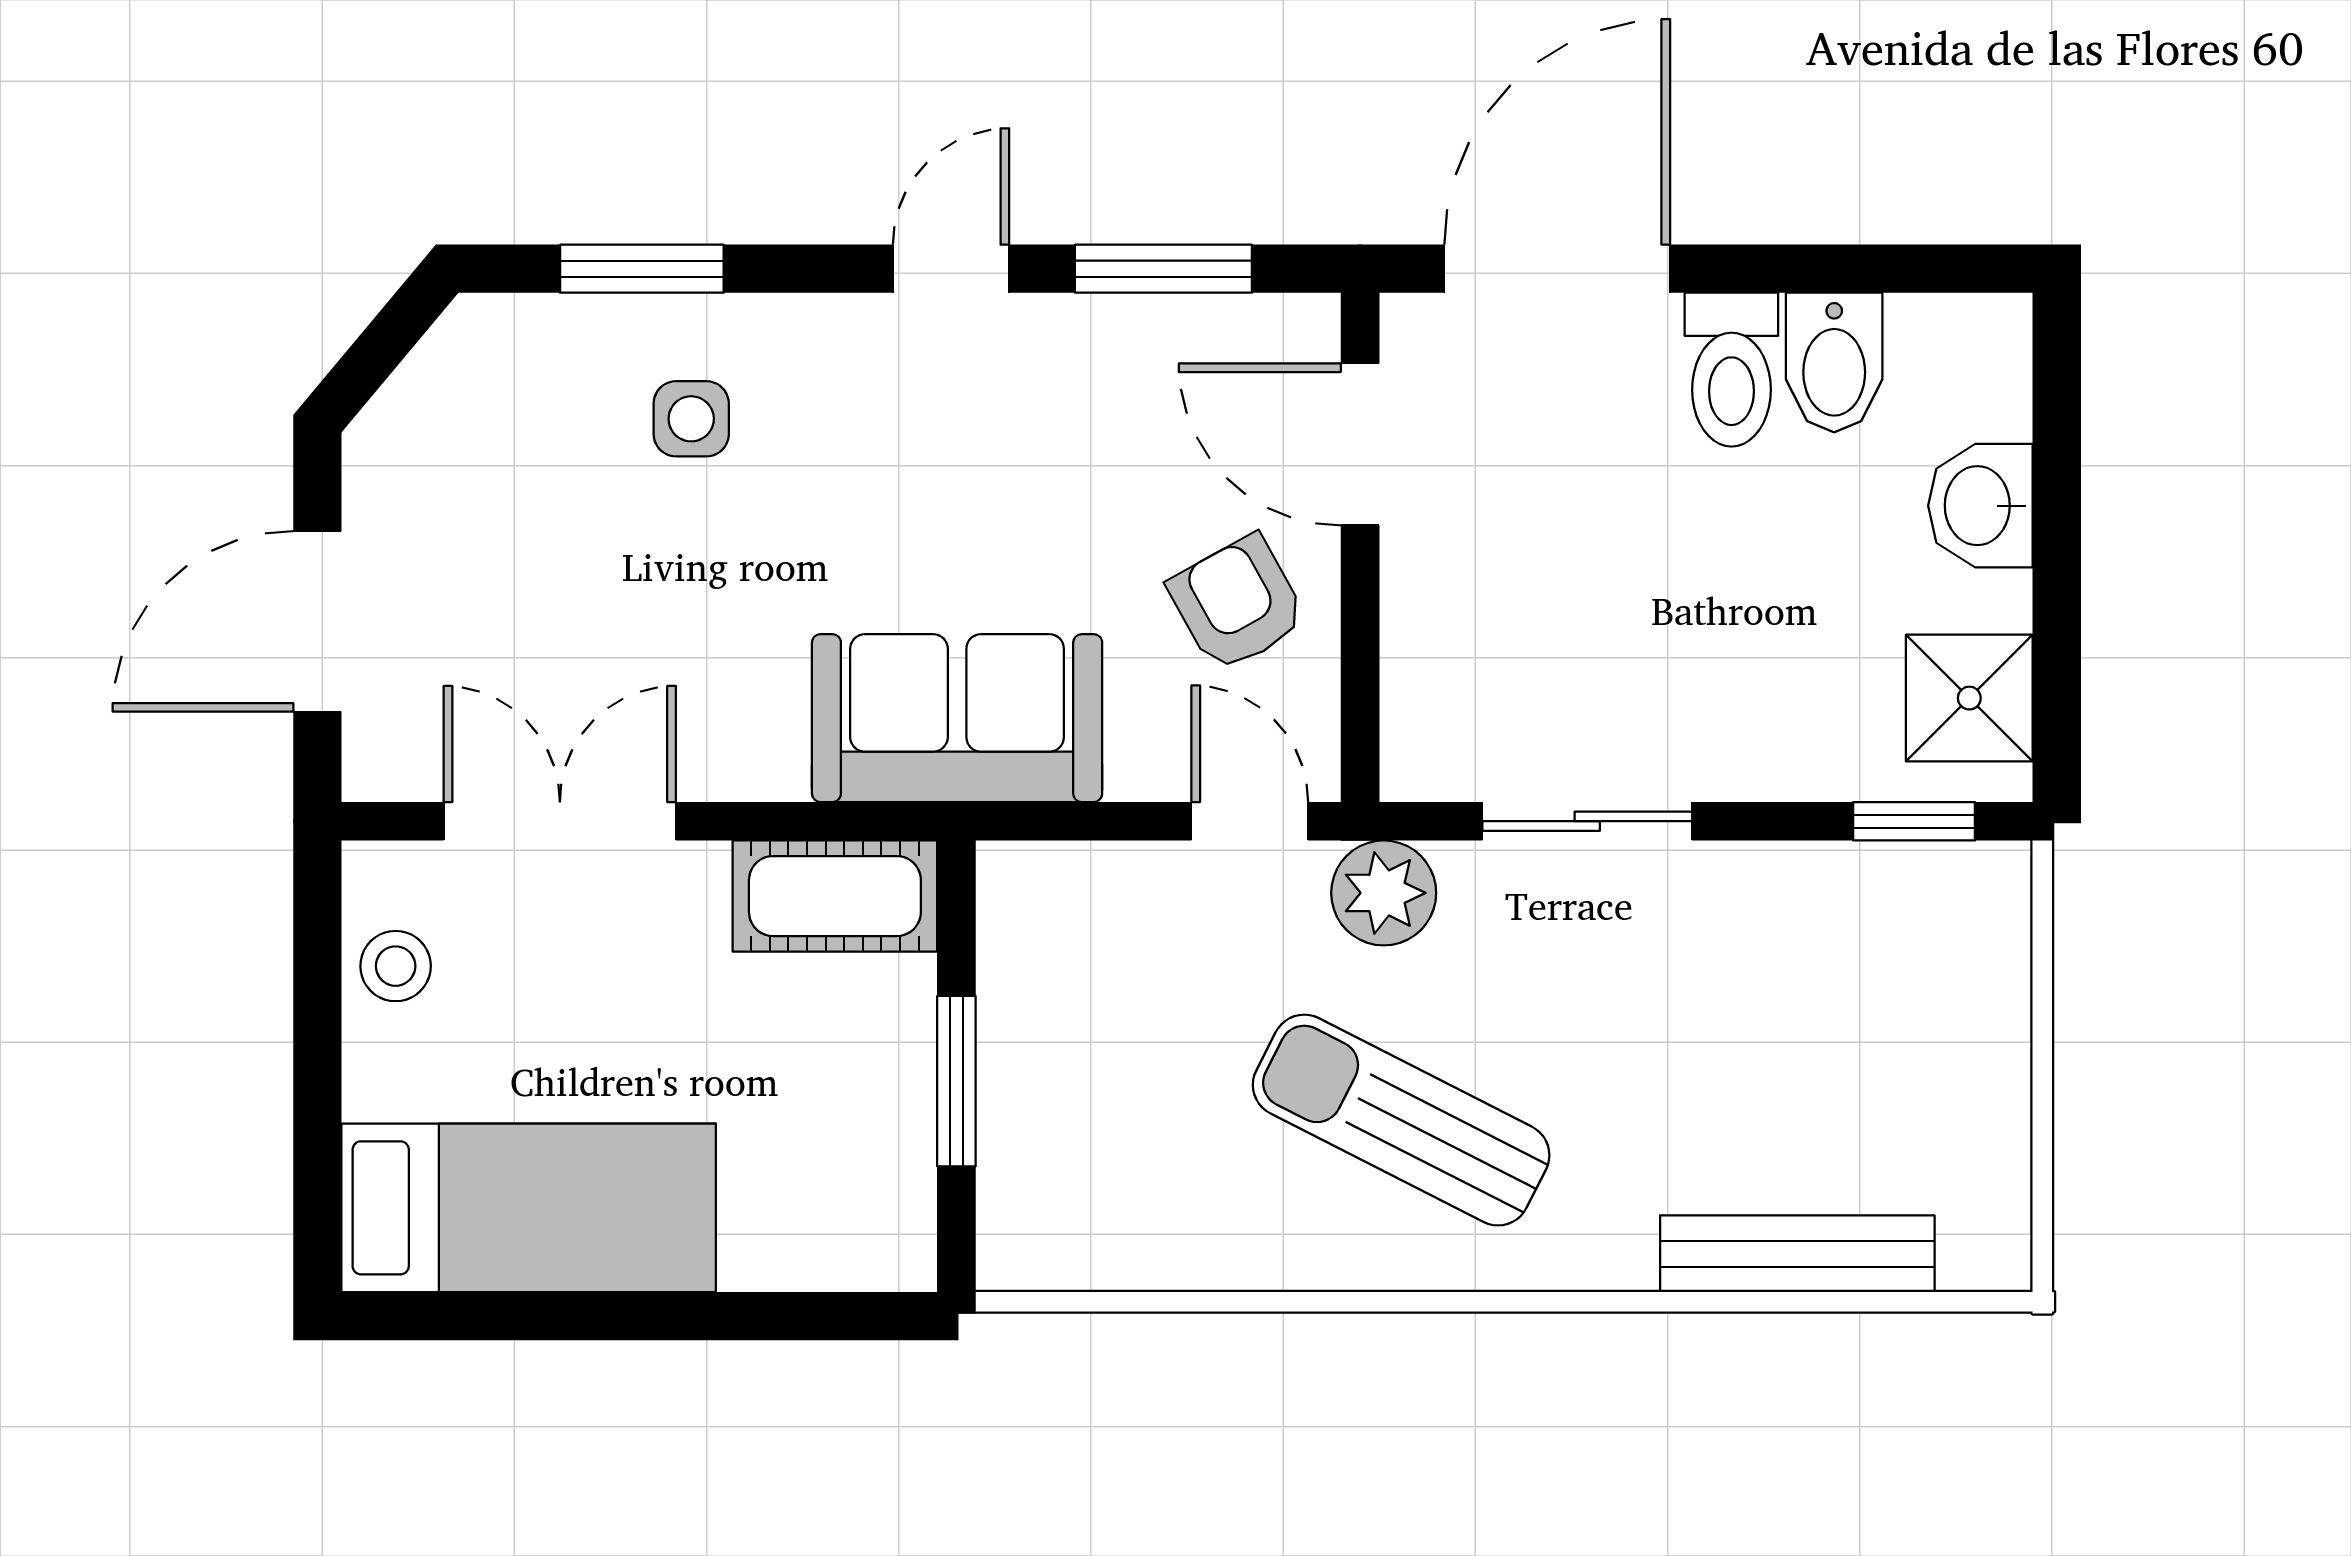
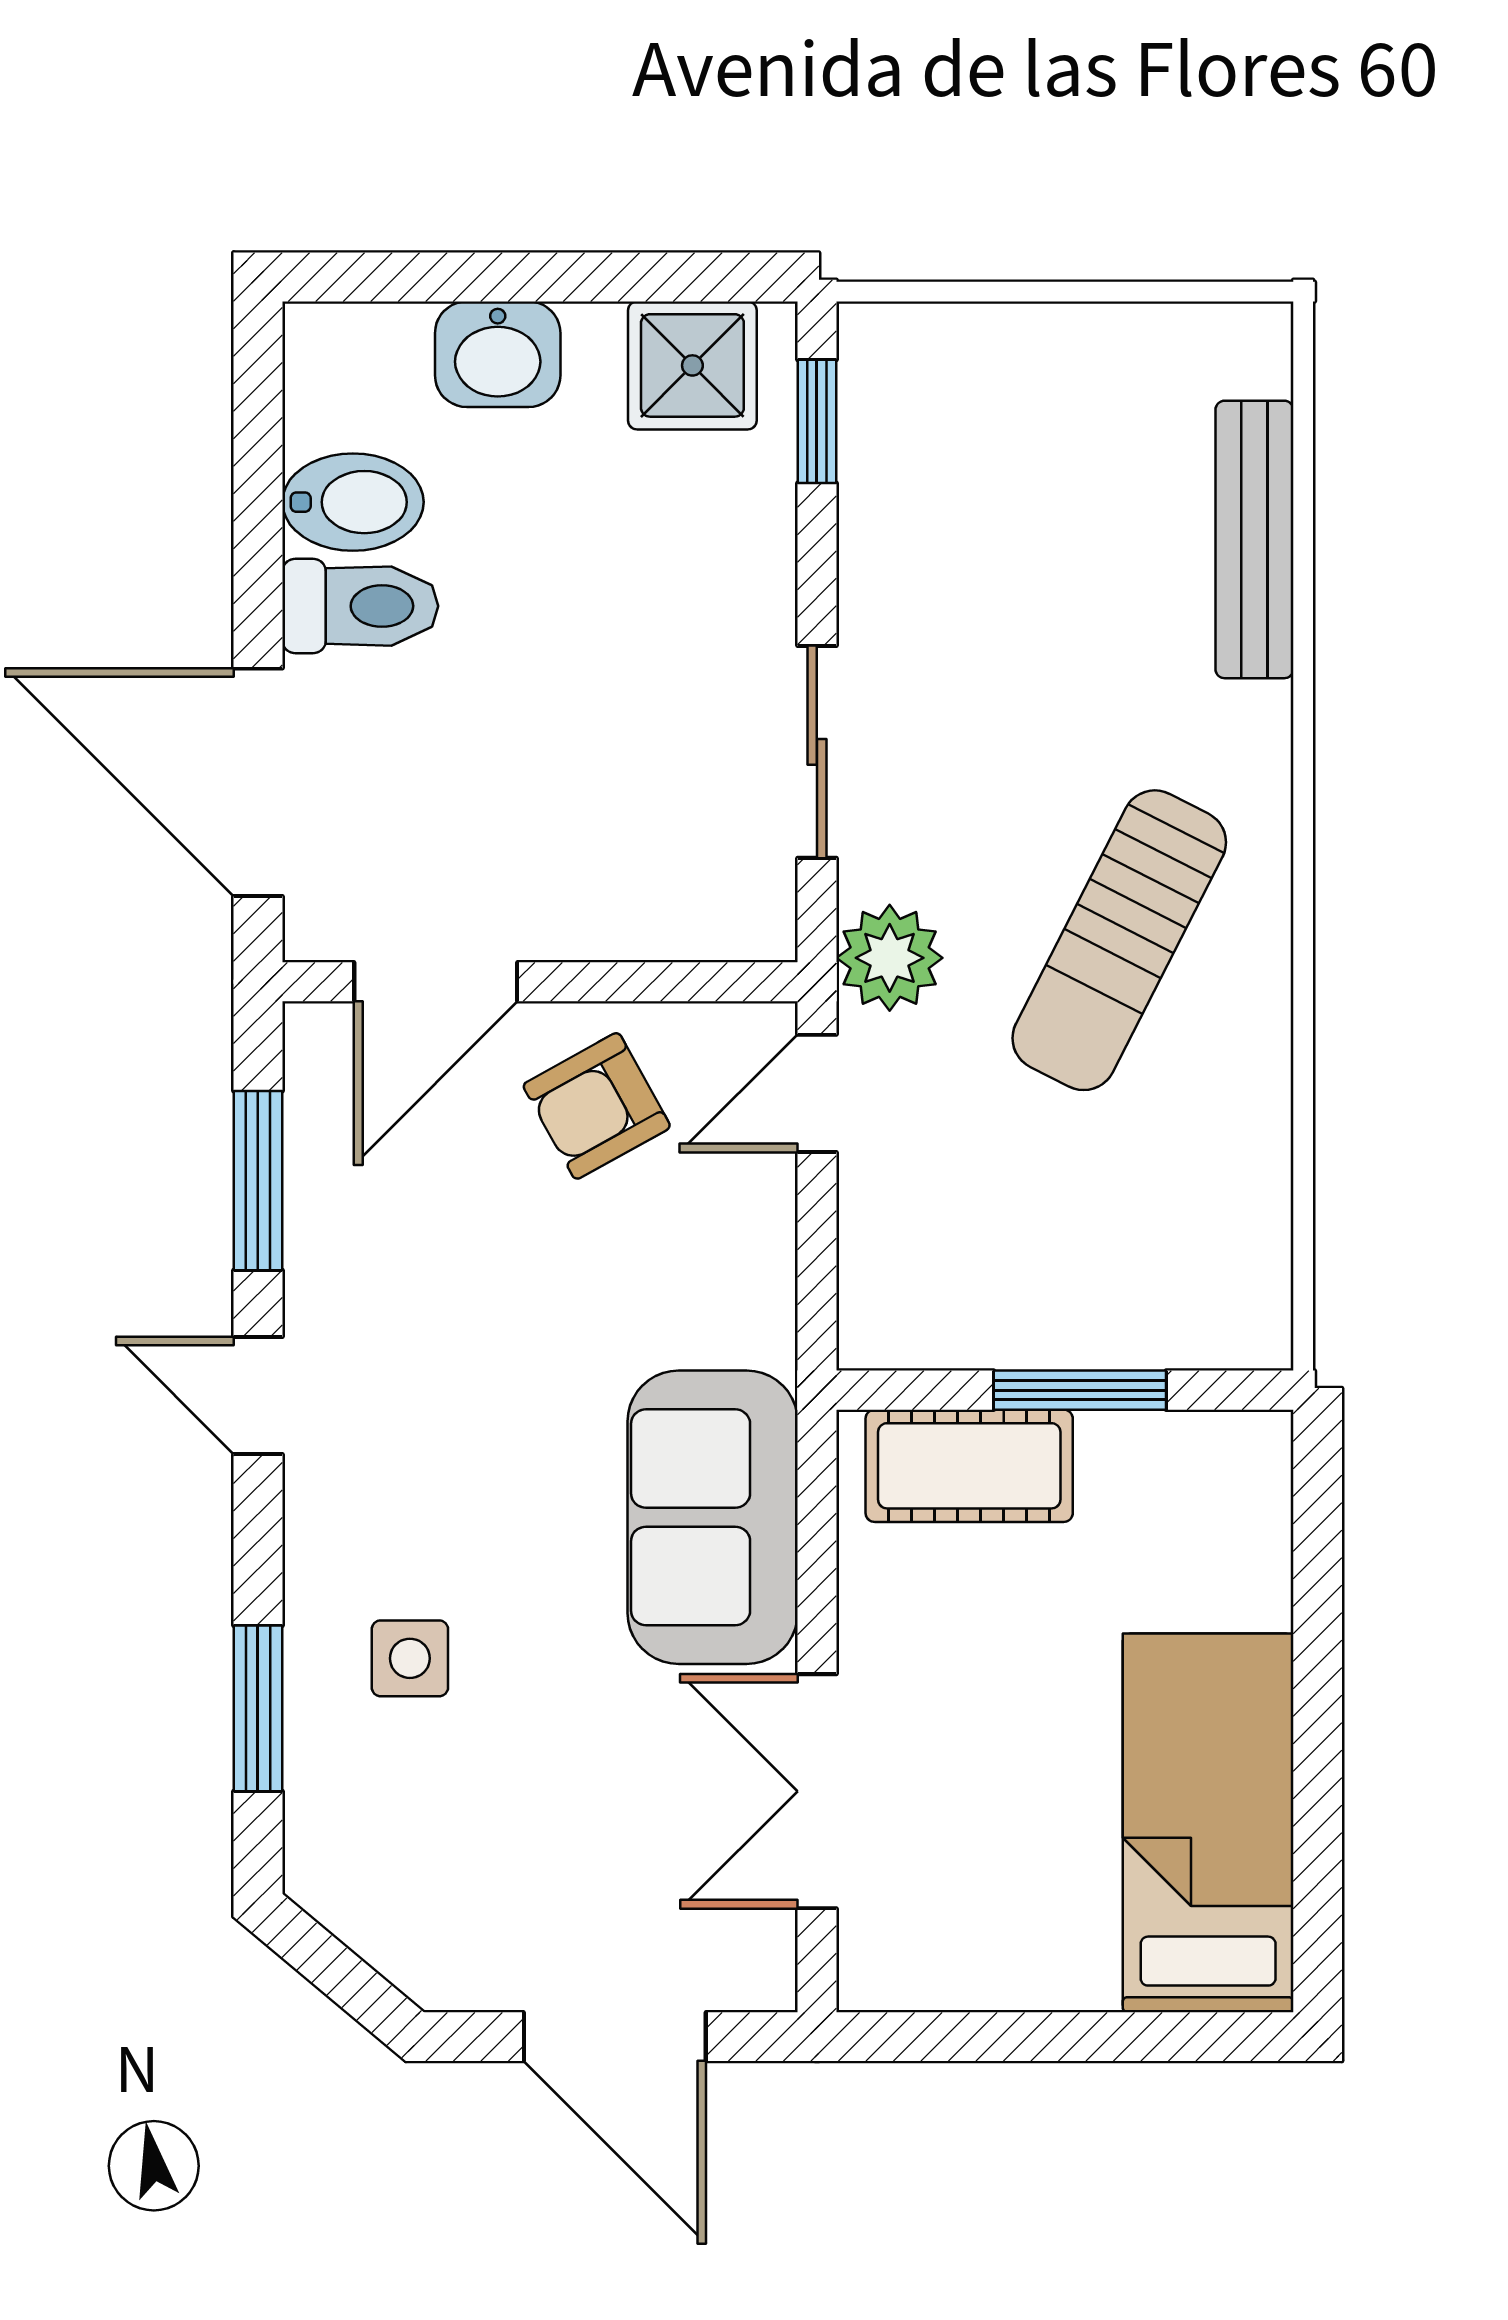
sofa: (957, 718) -> (713, 1517), moved
cot: (835, 896) -> (969, 1466), moved, turned 90
stool: (396, 966) -> (963, 1957), removed

